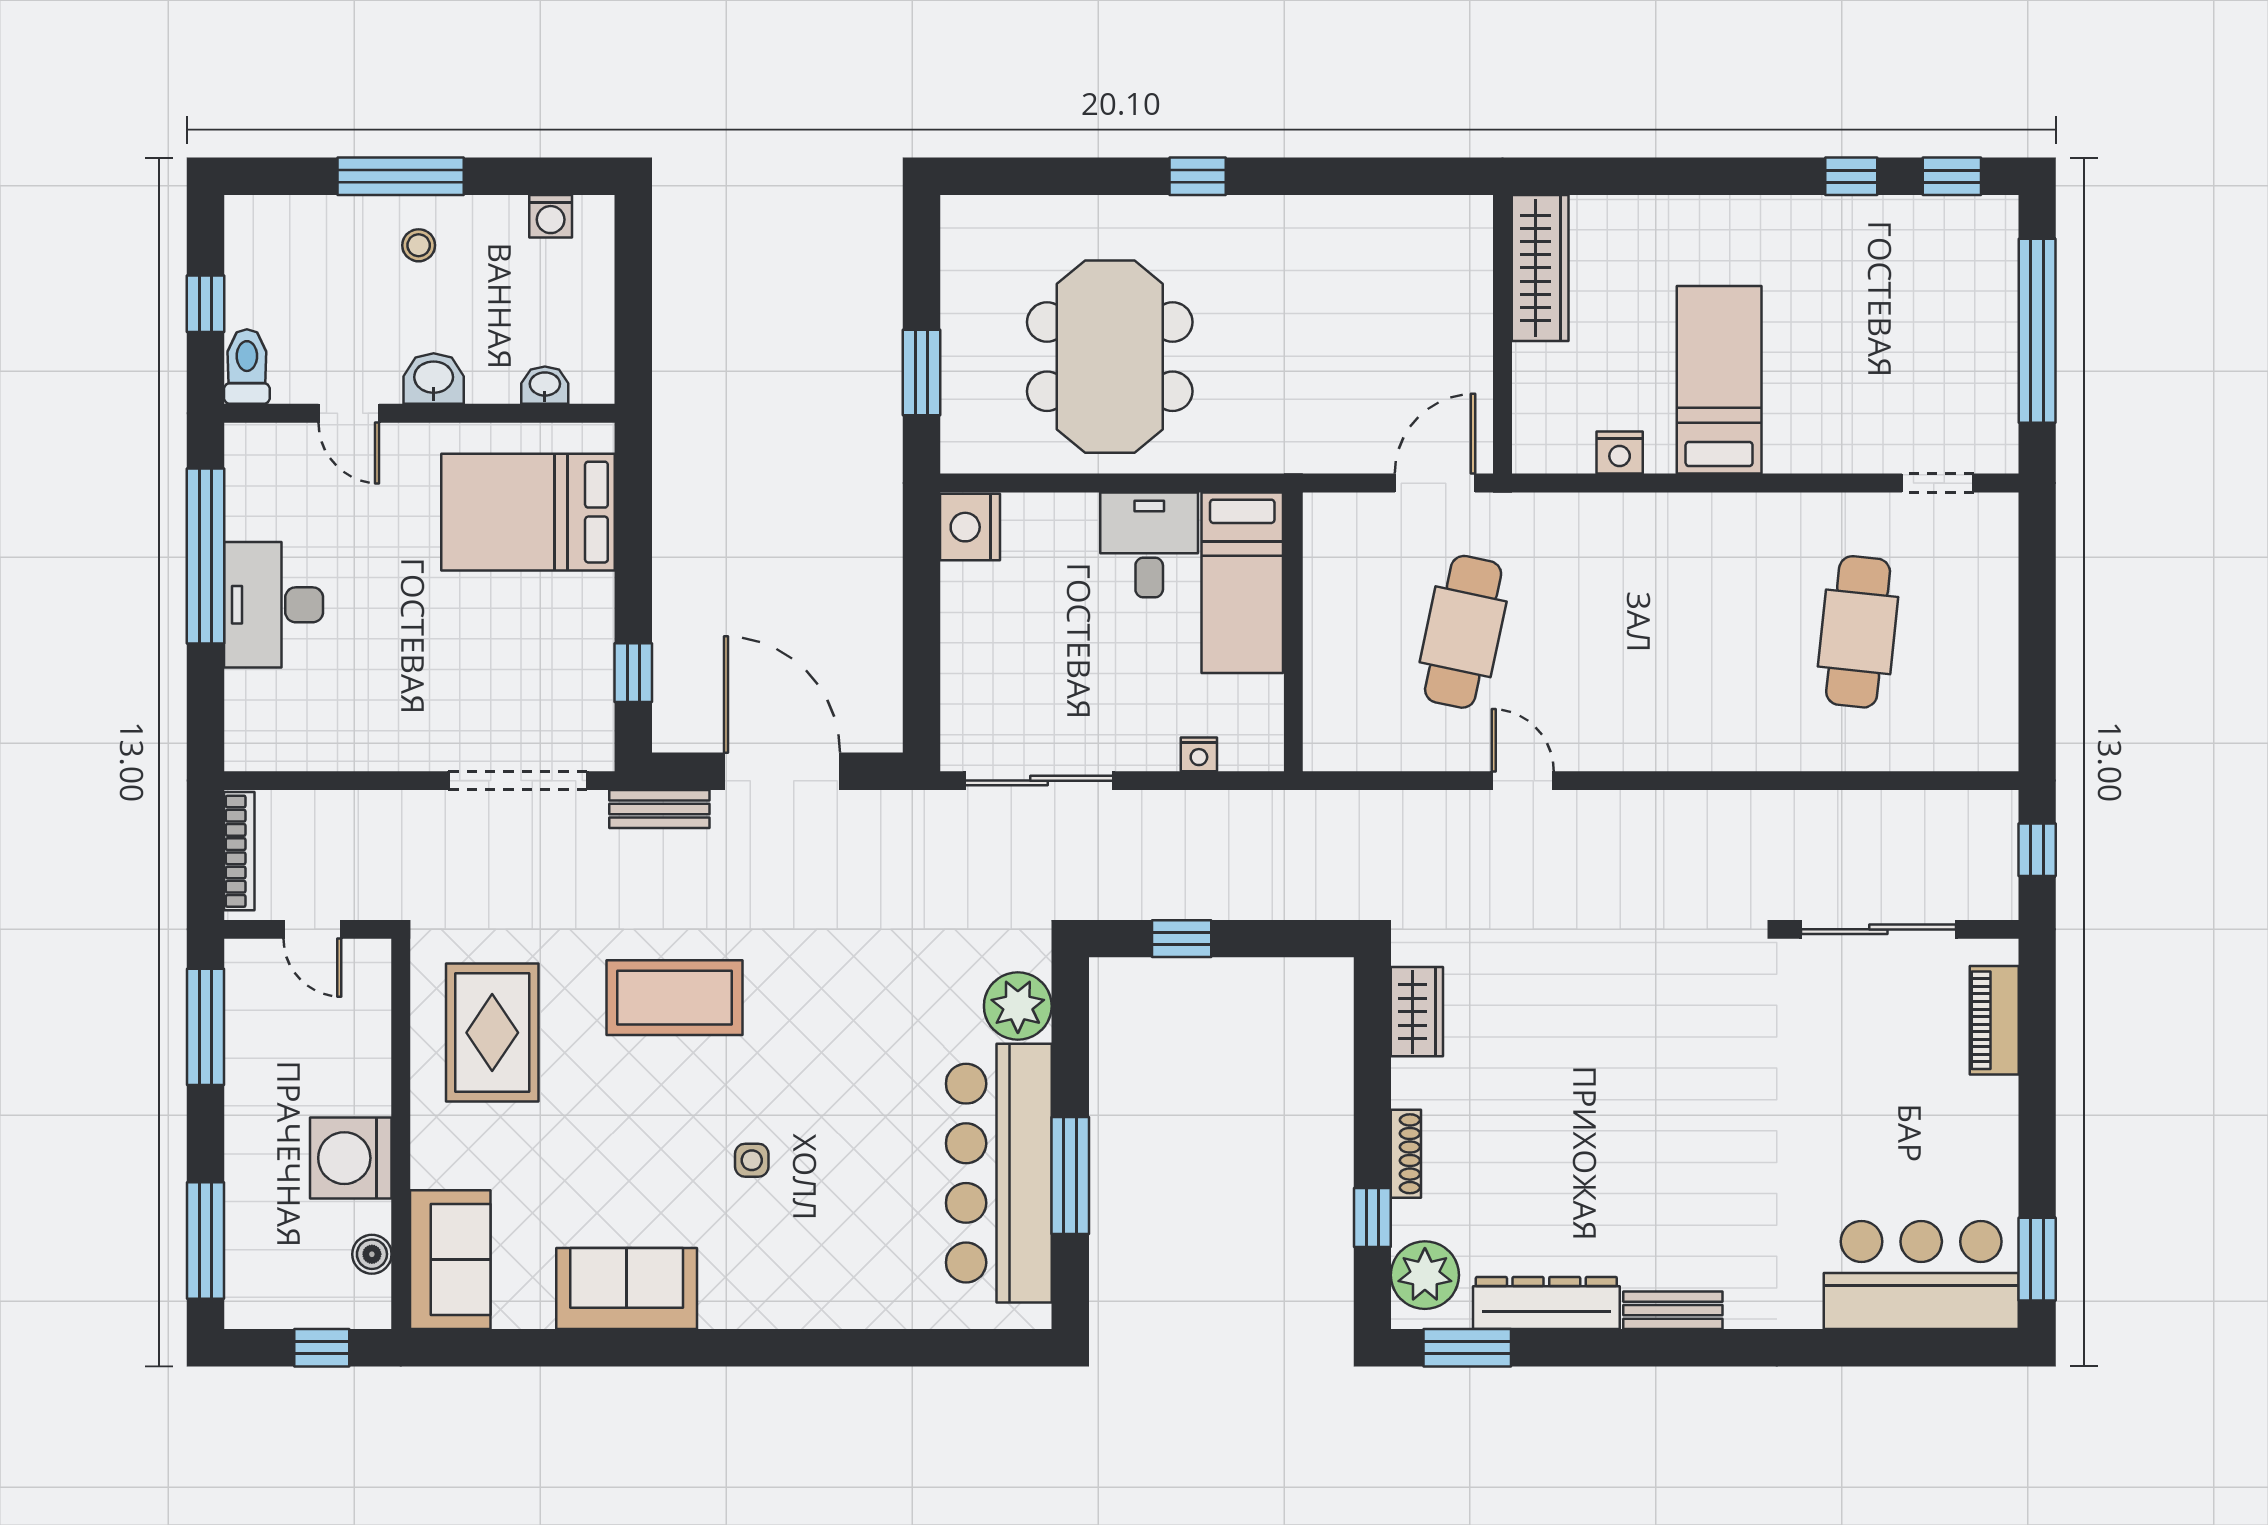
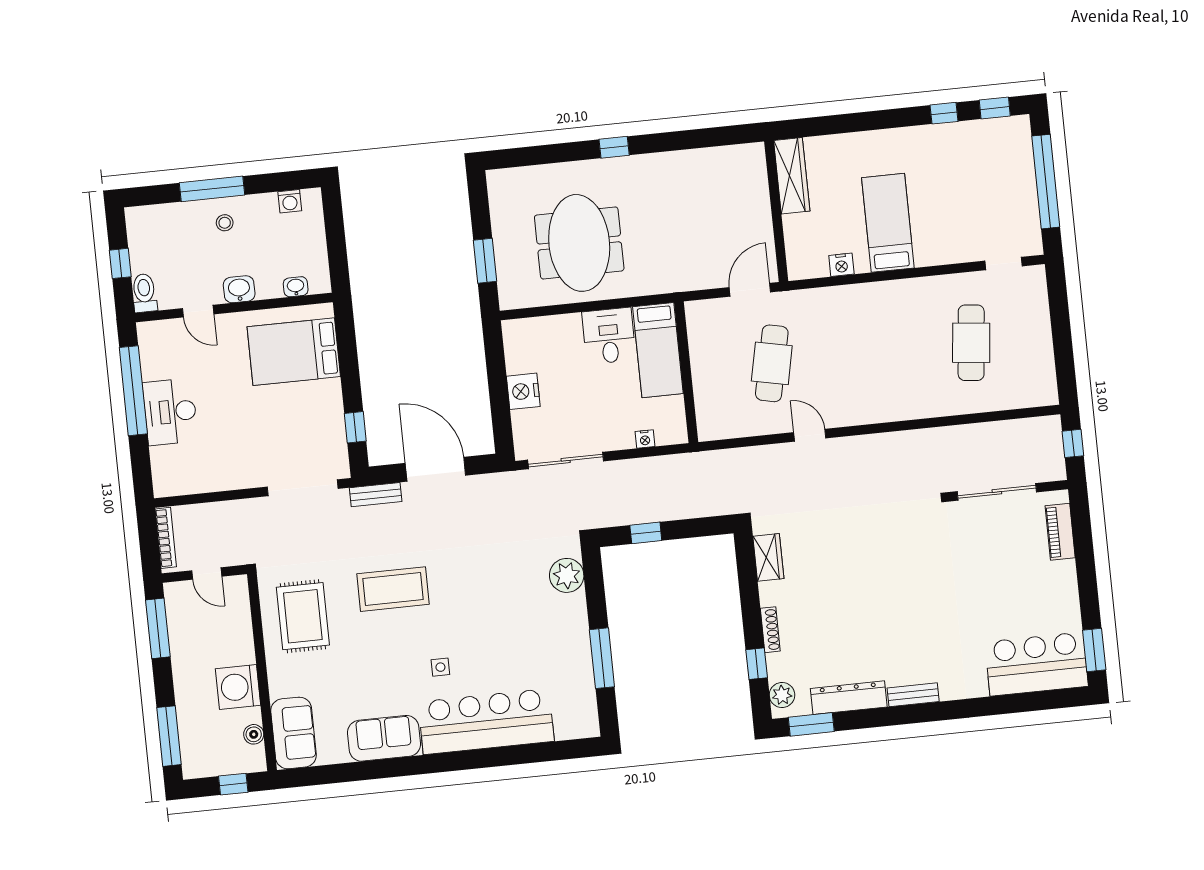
nightstand: (970, 527) -> (523, 391), moved
bar counter: (999, 1173) -> (486, 722), moved, turned 90
plant: (1425, 1275) -> (782, 695), width x0.73, depth x0.73

